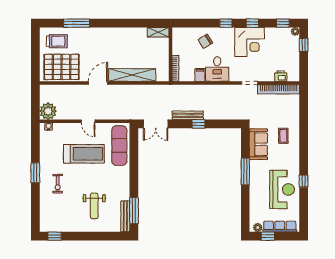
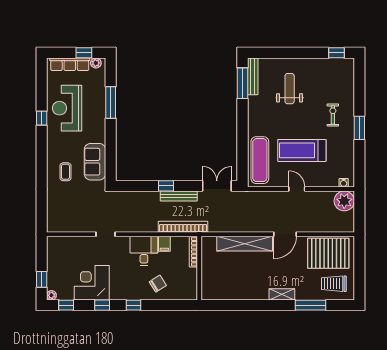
shelving: (158, 32) -> (282, 294), moved
corner desk: (250, 42) -> (92, 283), moved
printer: (281, 76) -> (69, 242), removed
bookcase: (279, 89) -> (183, 227), moved
window: (245, 171) -> (111, 102), moved

